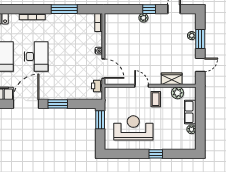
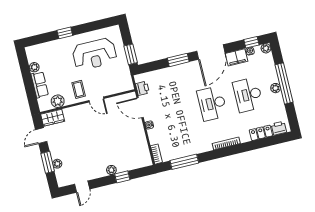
window: (64, 9) -> (184, 162), moved
window: (149, 9) -> (122, 177), moved
wardrobe: (172, 79) -> (53, 118), moved

